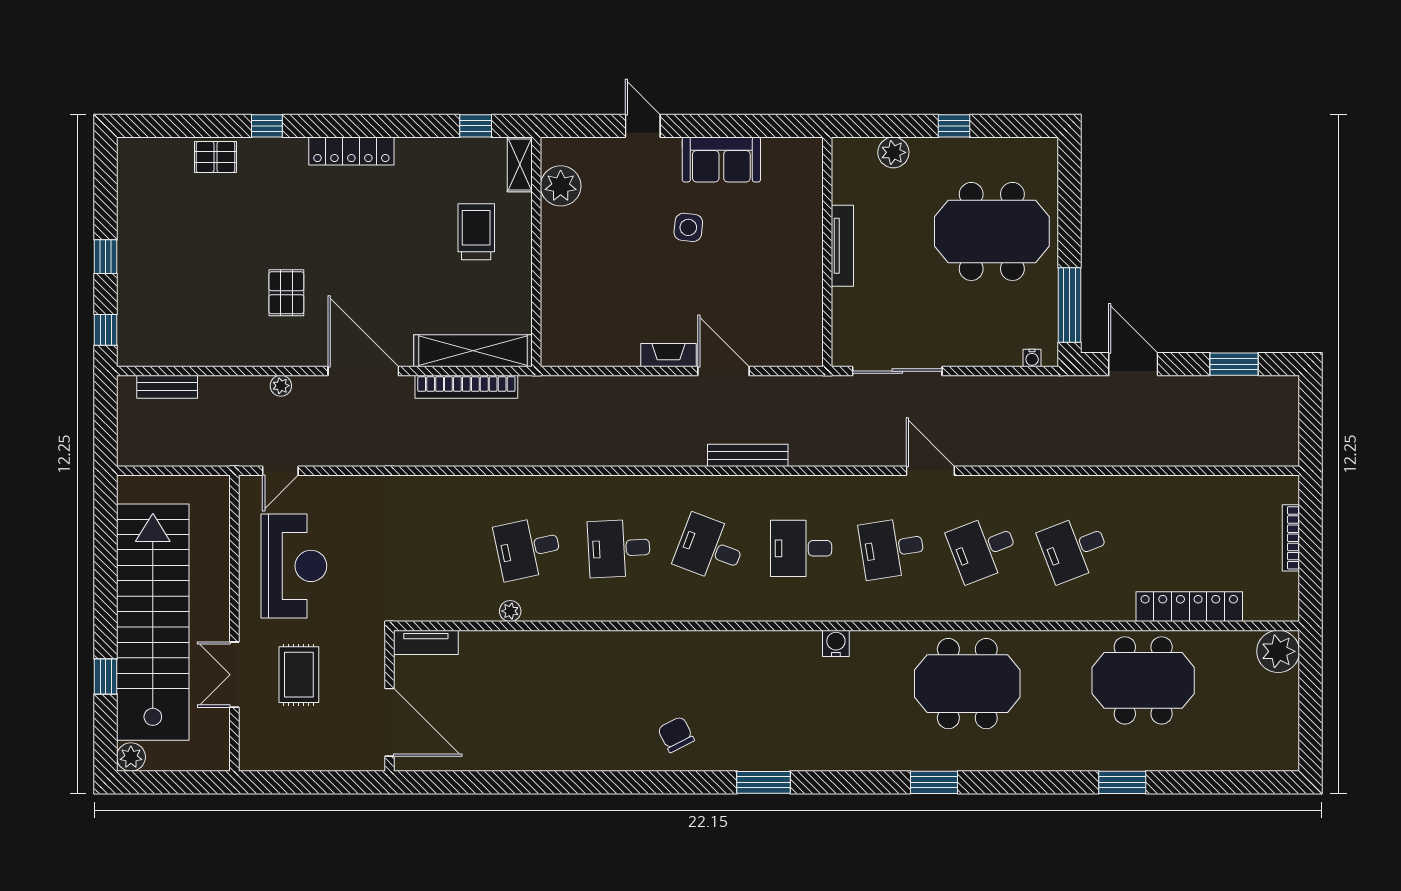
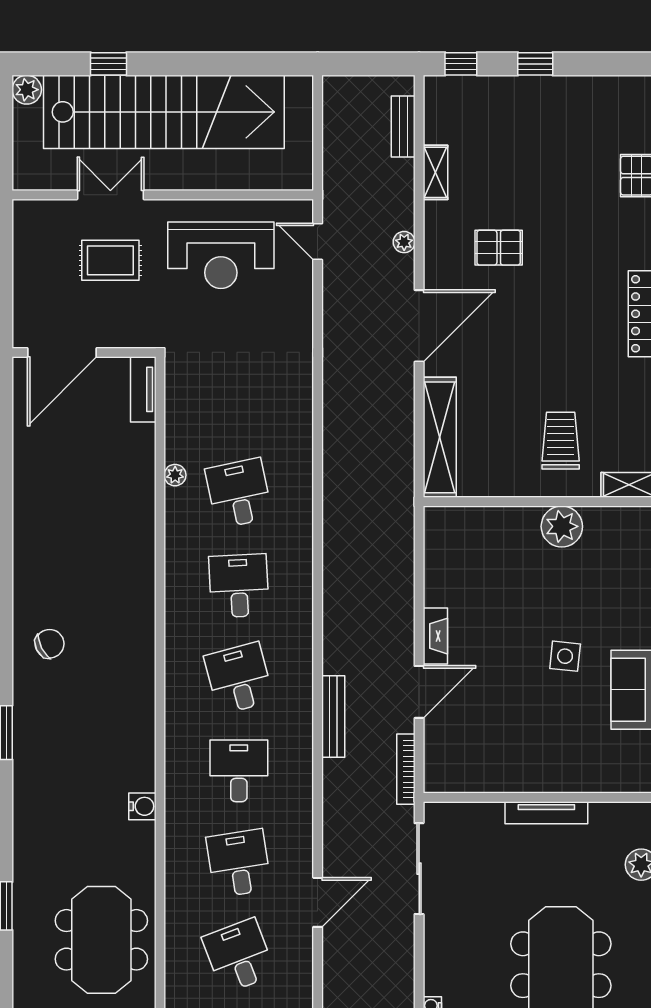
plant: (561, 186) -> (562, 526), moved
trolley: (476, 232) -> (561, 441), turned -90
shelving: (212, 355) -> (435, 172), added
bookcase: (466, 387) -> (406, 769), moved, width x0.68, depth x0.76
desk: (710, 548) -> (239, 678), turned -36

